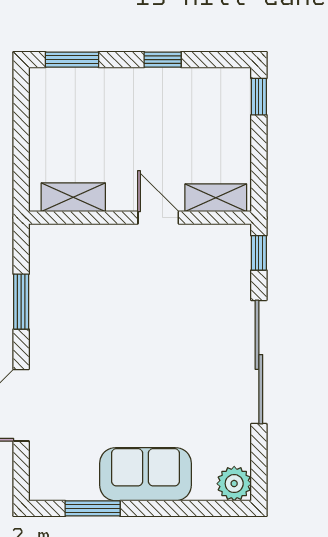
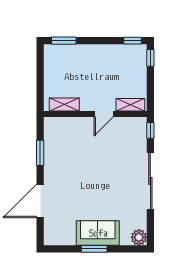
window: (163, 60) -> (132, 41), moved
door: (158, 218) -> (104, 114), swing flipped
window: (93, 508) -> (94, 249), moved

